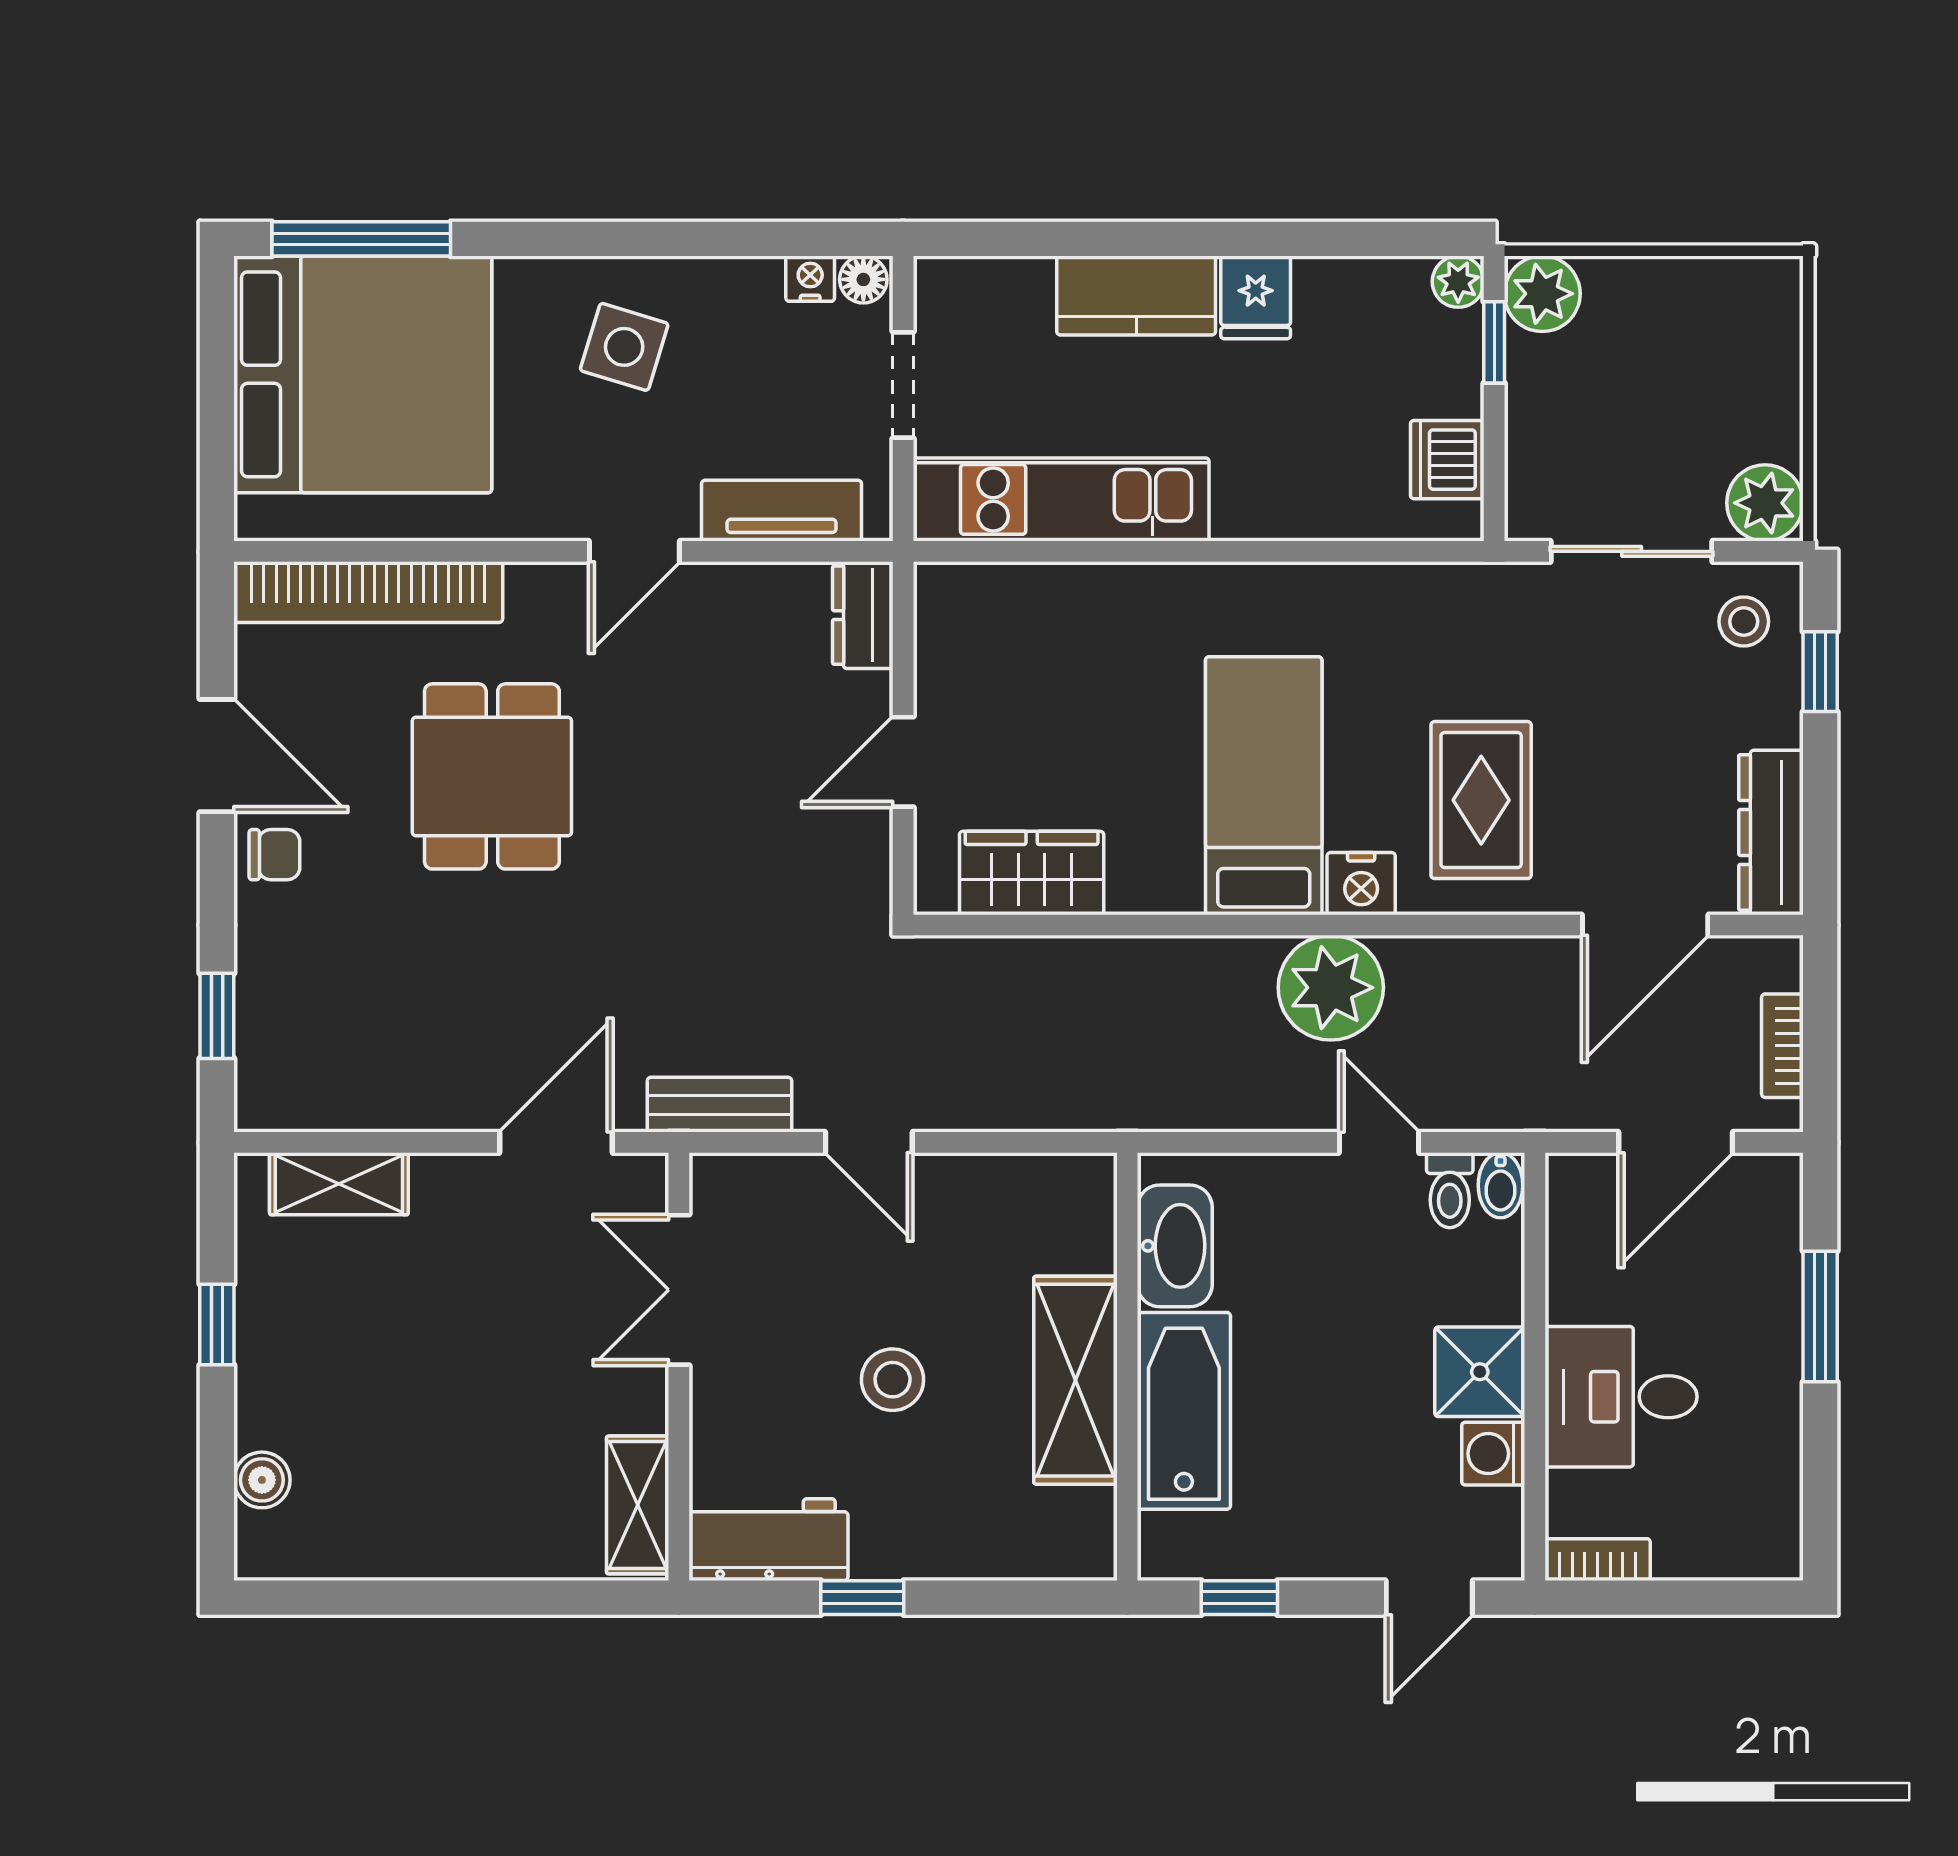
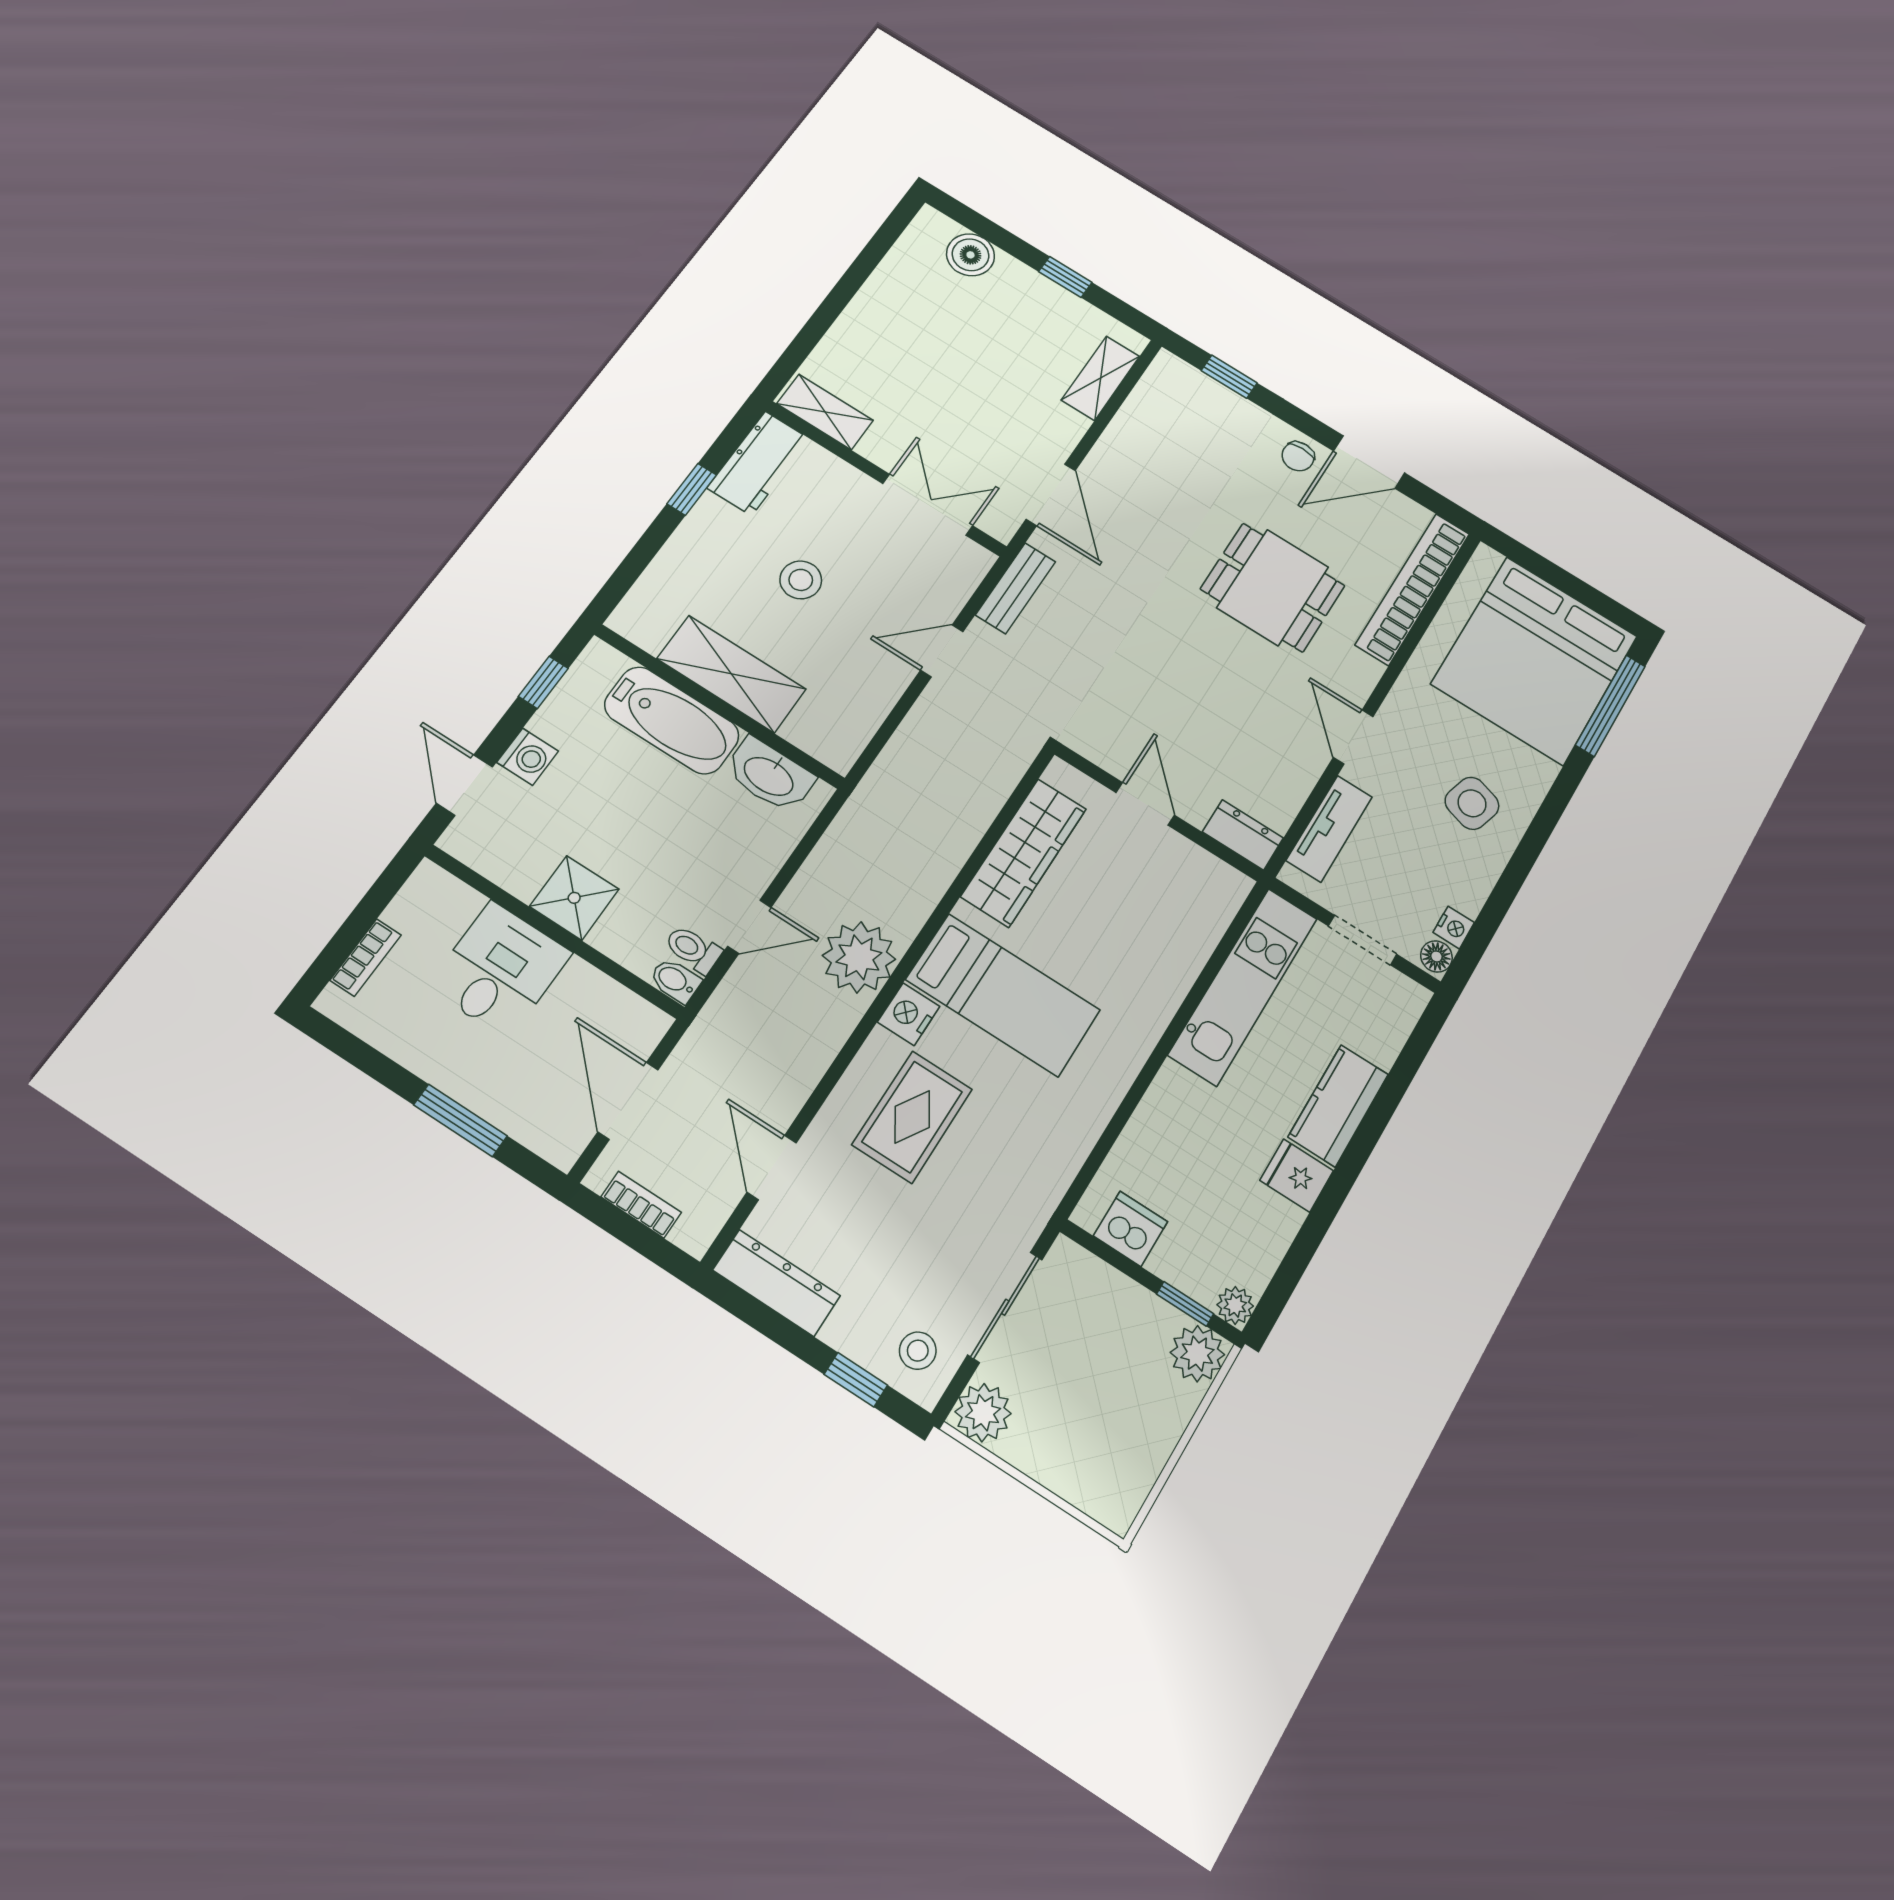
rug: (1481, 800) -> (912, 1117), turned 90
wardrobe: (1032, 873) -> (1024, 853), width x1.50
door: (1645, 925) -> (772, 1167), width x0.73
washing machine: (1493, 1454) -> (528, 757), moved, turned 90
boiler: (262, 1480) -> (971, 255), width x1.36, depth x1.36
bookcase: (1598, 1560) -> (366, 958), moved

